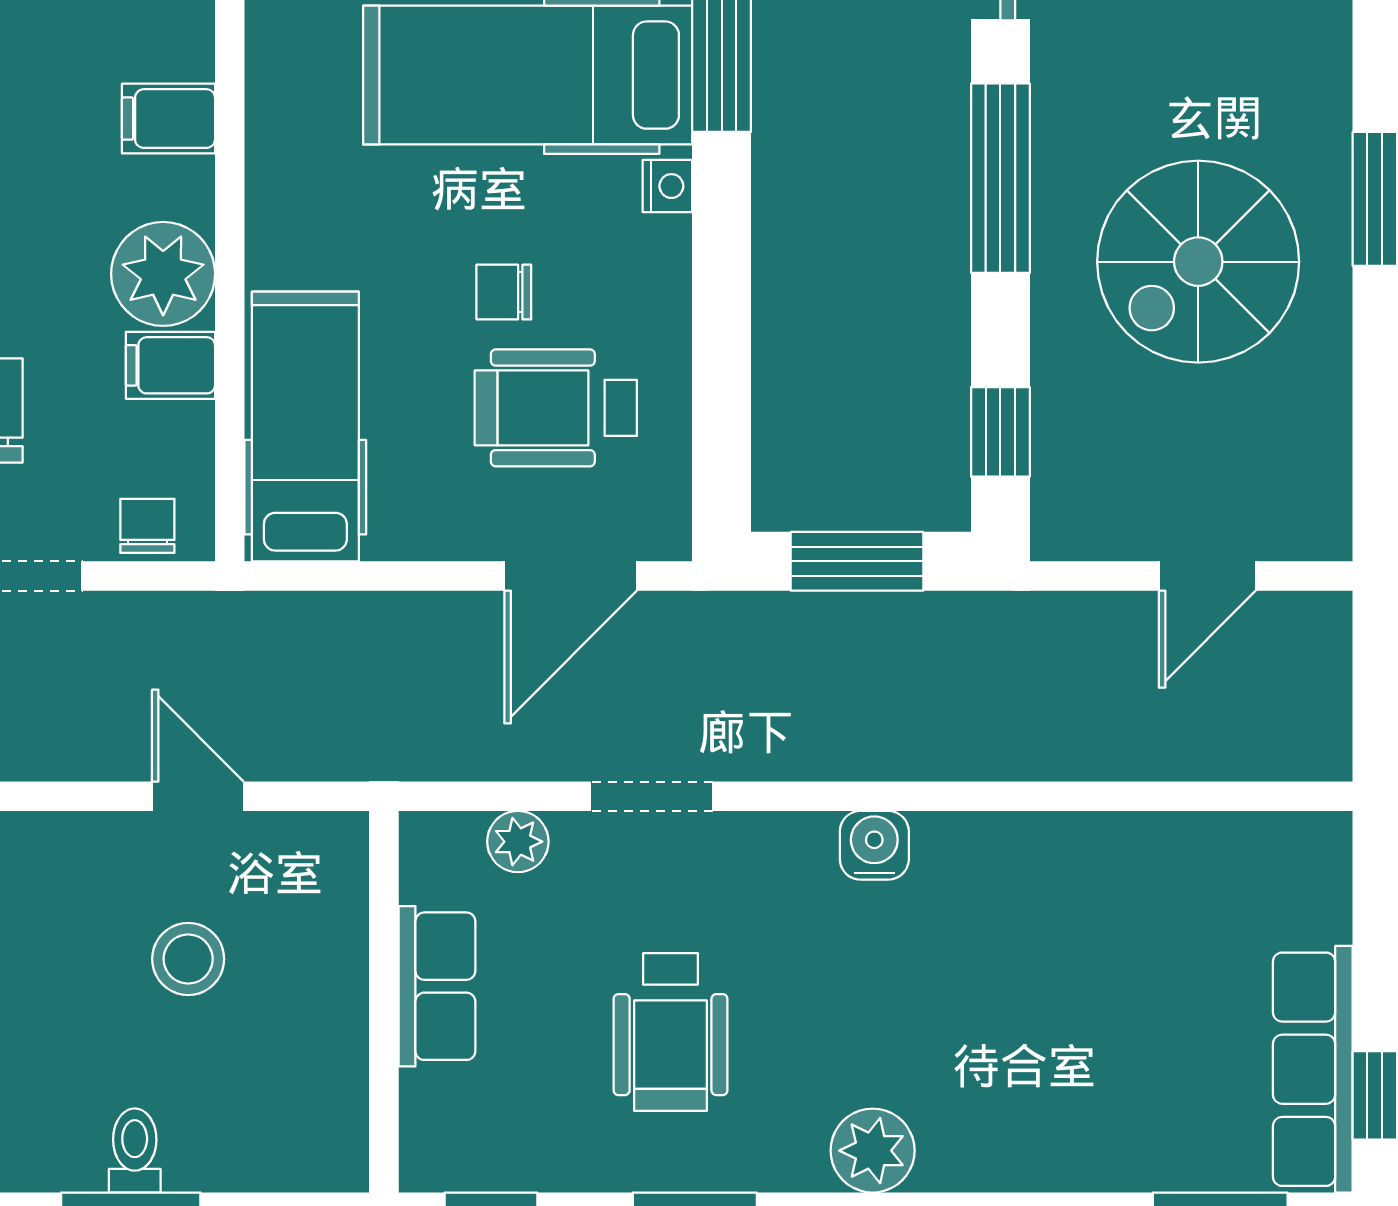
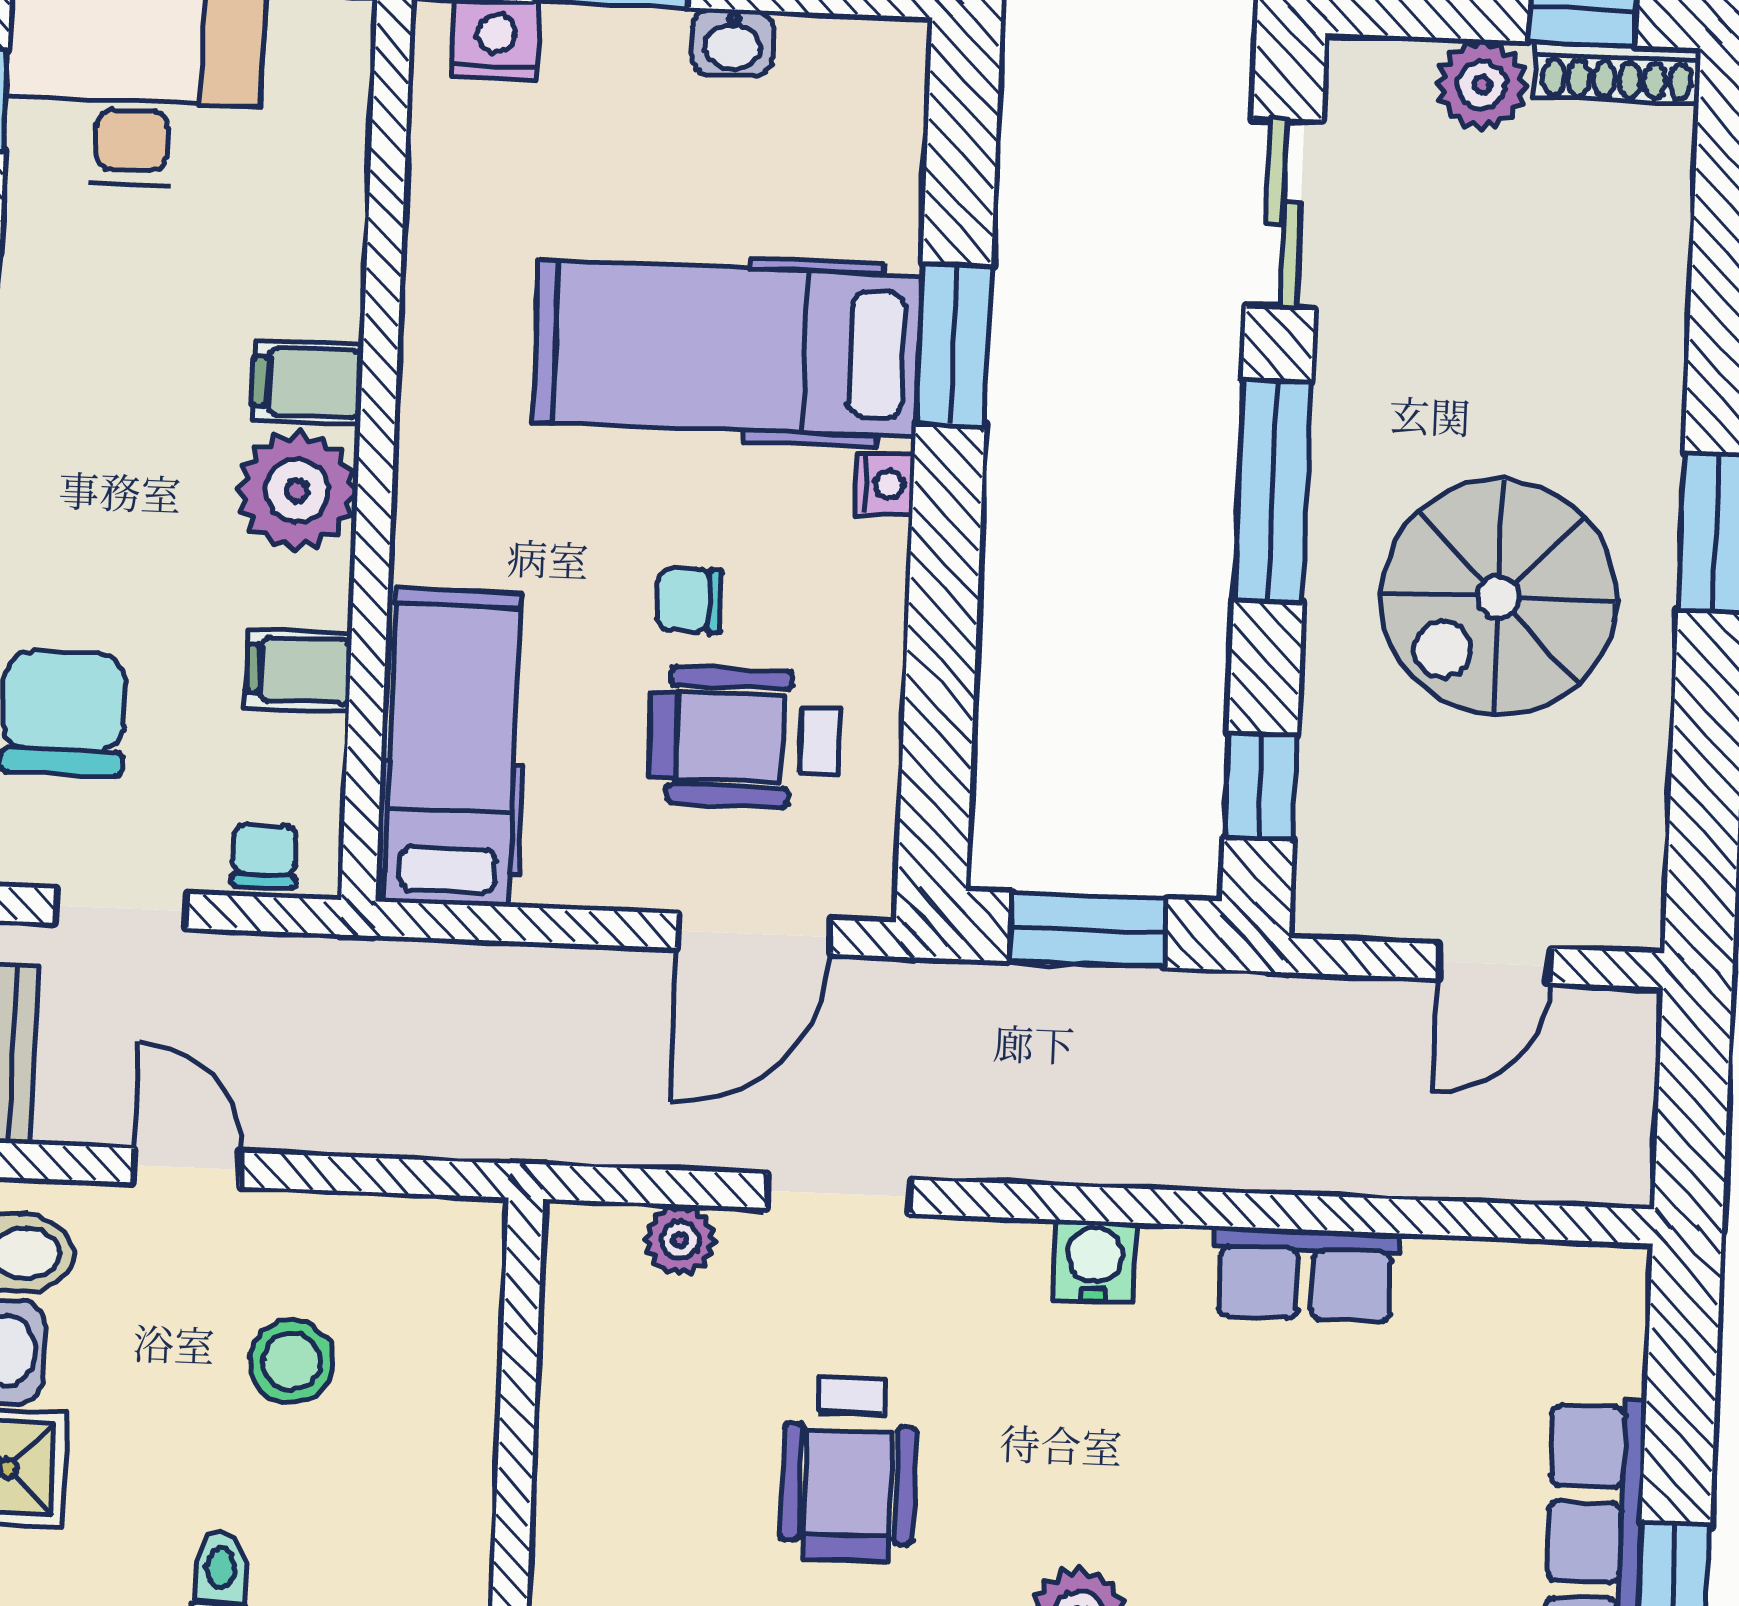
plant: (163, 274) -> (297, 491), moved
door: (198, 796) -> (187, 1168), moved
row of seats: (437, 986) -> (1305, 1274), moved, turned 90

